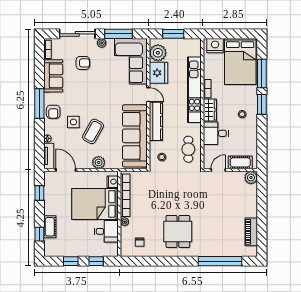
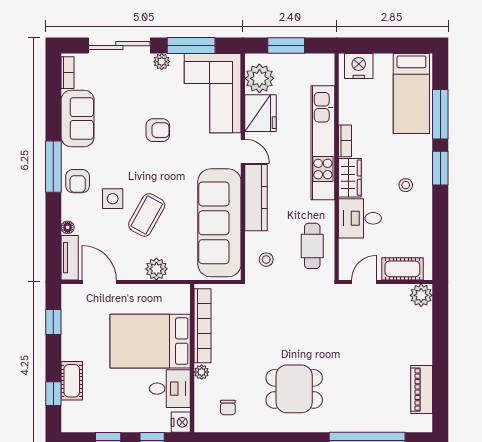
bed: (240, 61) -> (411, 93), width x0.67
armchair: (83, 63) -> (158, 130), moved
nightstand: (113, 182) -> (181, 422), moved
dining table: (178, 231) -> (294, 389), turned 90

